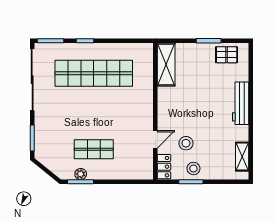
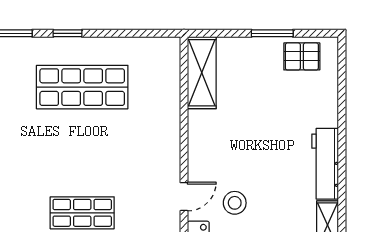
shop shelf: (94, 73) -> (82, 87), width x0.71
workbench: (241, 103) -> (325, 164), moved

